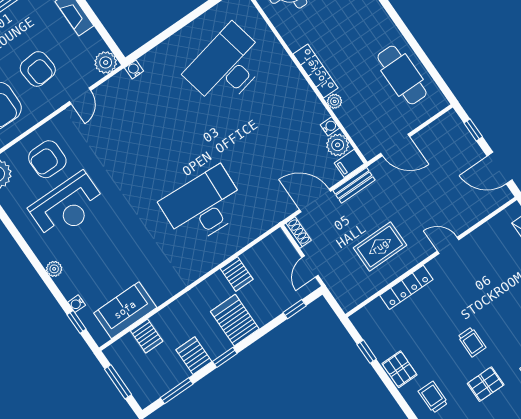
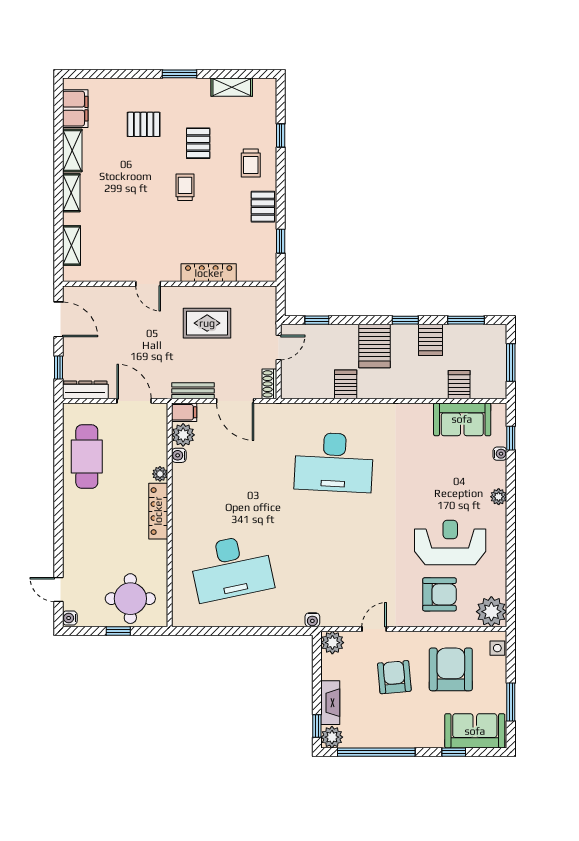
dresser: (440, 127) -> (85, 390), added
pallet: (486, 384) -> (198, 143), turned 90

